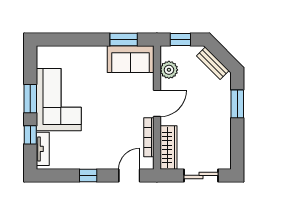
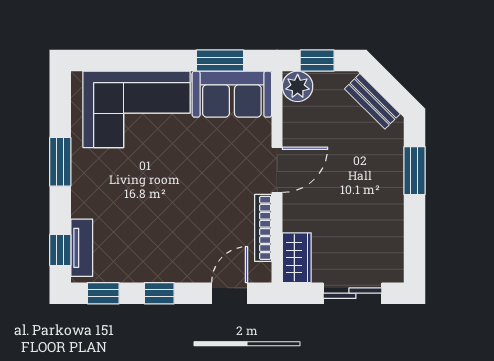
plant: (169, 70) -> (298, 86), moved
corner sofa: (59, 100) -> (136, 109), moved, turned 90
window: (30, 135) -> (60, 250), moved
wardrobe: (168, 147) -> (297, 258), width x0.67
window: (55, 175) -> (103, 293), added

